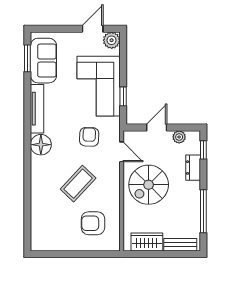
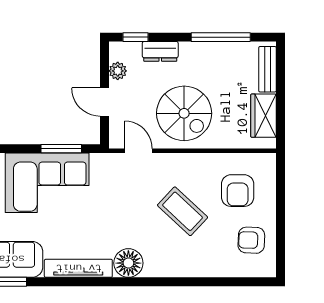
window: (123, 96) -> (61, 149), width x1.50
armchair: (89, 137) -> (251, 240), moved
door: (122, 152) -> (138, 151), hinge flipped

